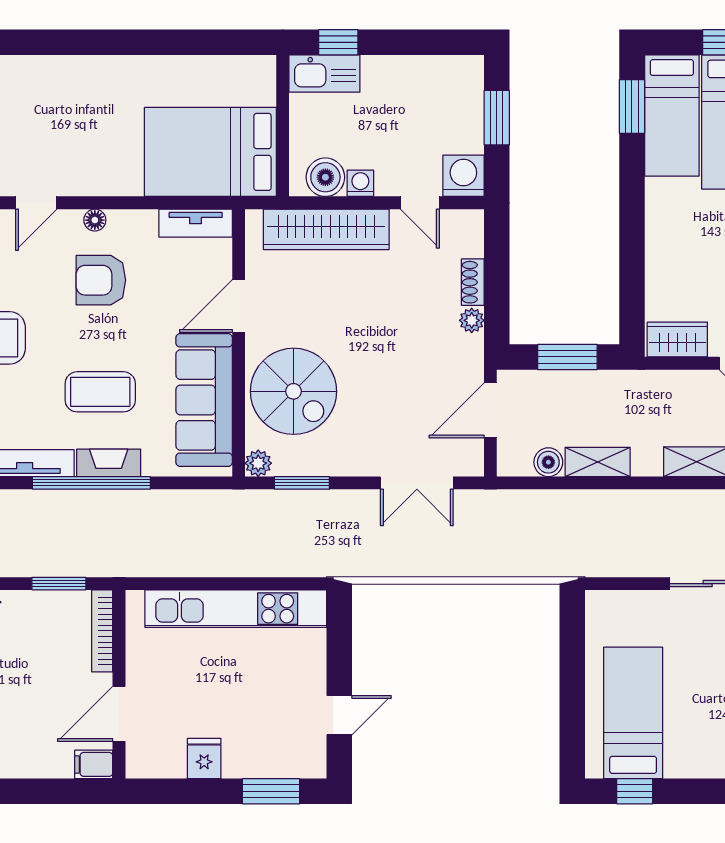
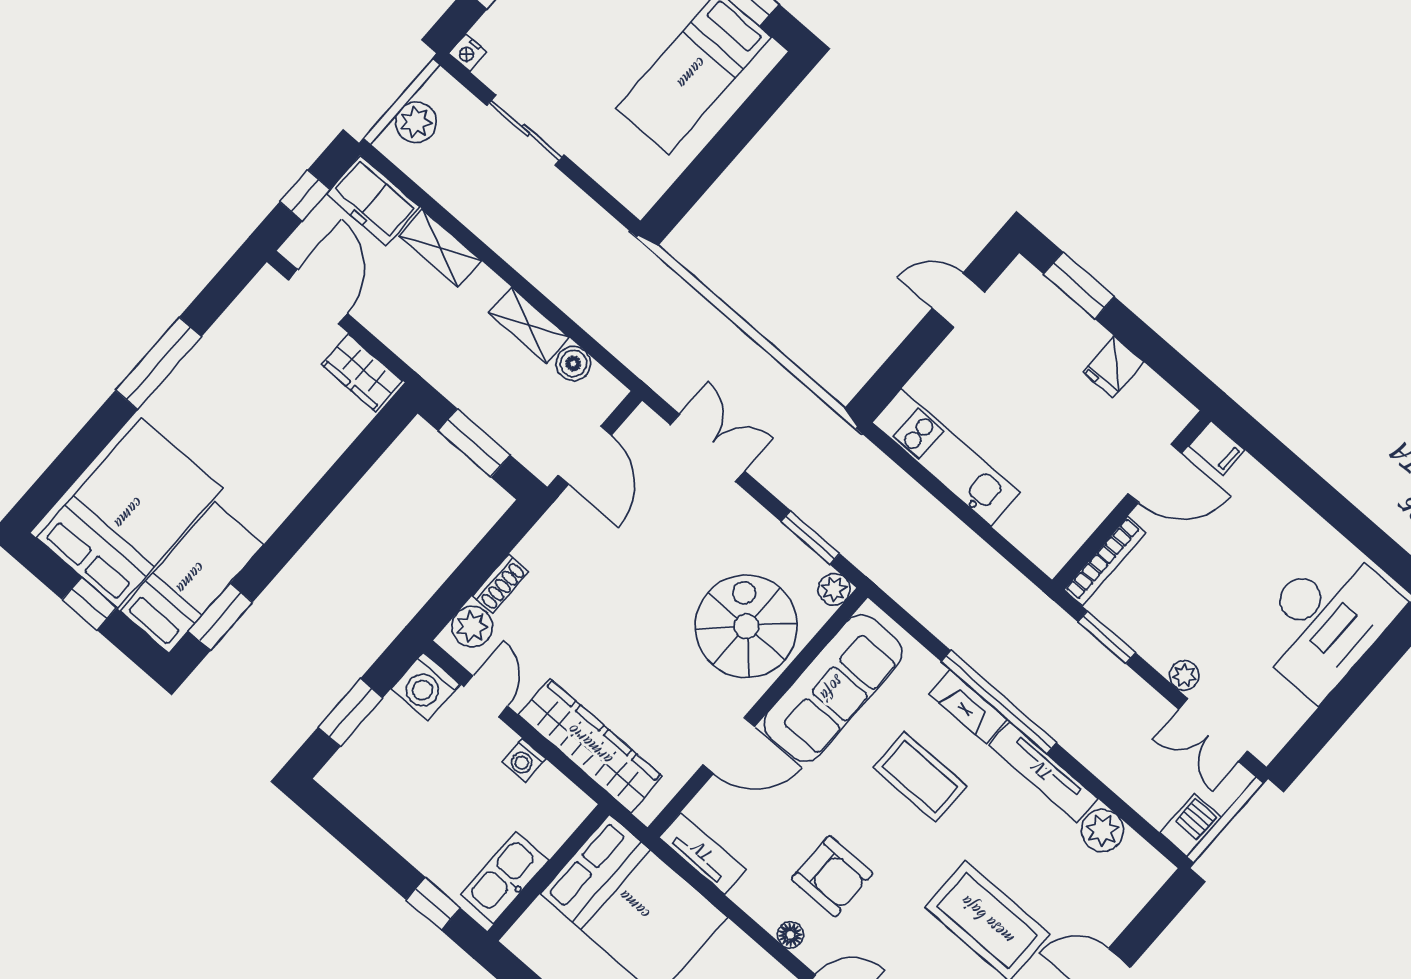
kitchen sink: (324, 74) -> (505, 877), moved, turned -90
boiler: (325, 177) -> (550, 793), removed
plant: (472, 320) -> (472, 627), moved, width x1.38, depth x1.38
door: (490, 410) -> (585, 455), hinge flipped
kitchen unit: (236, 609) -> (946, 458), width x0.73

